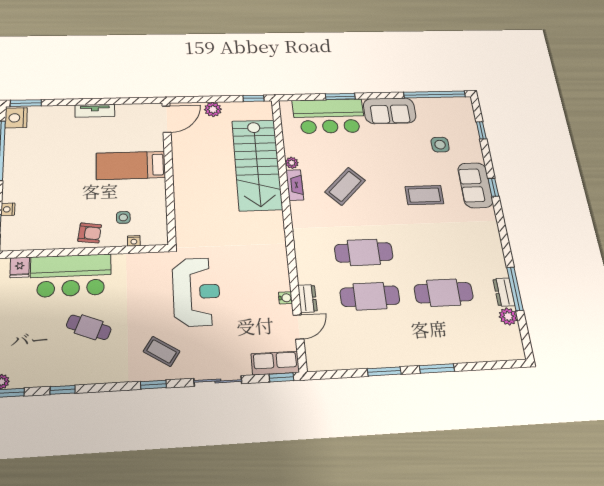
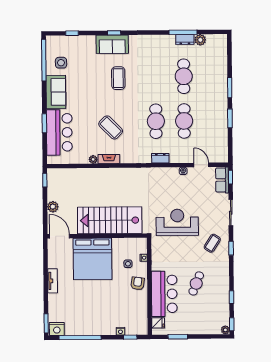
side table: (440, 145) -> (61, 63), moved
bed: (131, 165) -> (92, 259), width x2.04
stairs: (257, 165) -> (110, 220), moved, turned 180
dresser: (308, 299) -> (160, 158), moved

